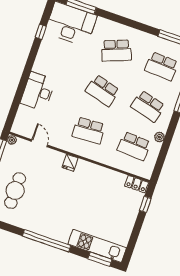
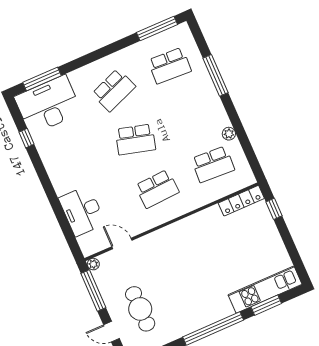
desk: (38, 91) -> (82, 211), moved
school desk: (148, 106) -> (191, 115), removed
fridge: (70, 163) -> (168, 235), removed
locker: (137, 184) -> (241, 201), width x1.53
window: (100, 259) -> (266, 305), moved

